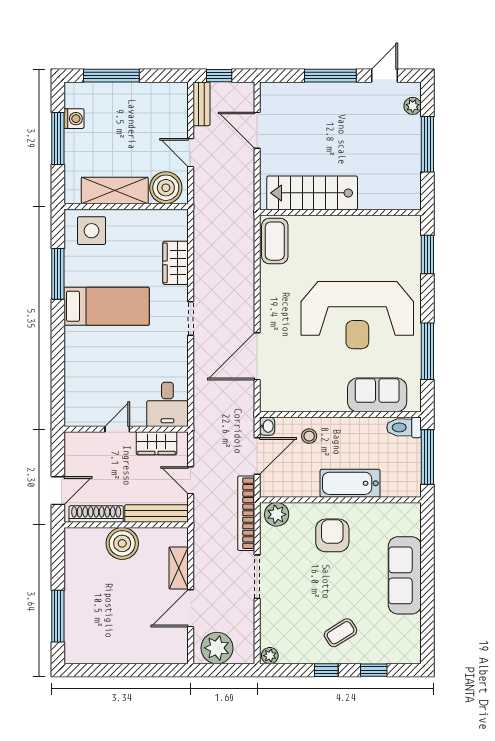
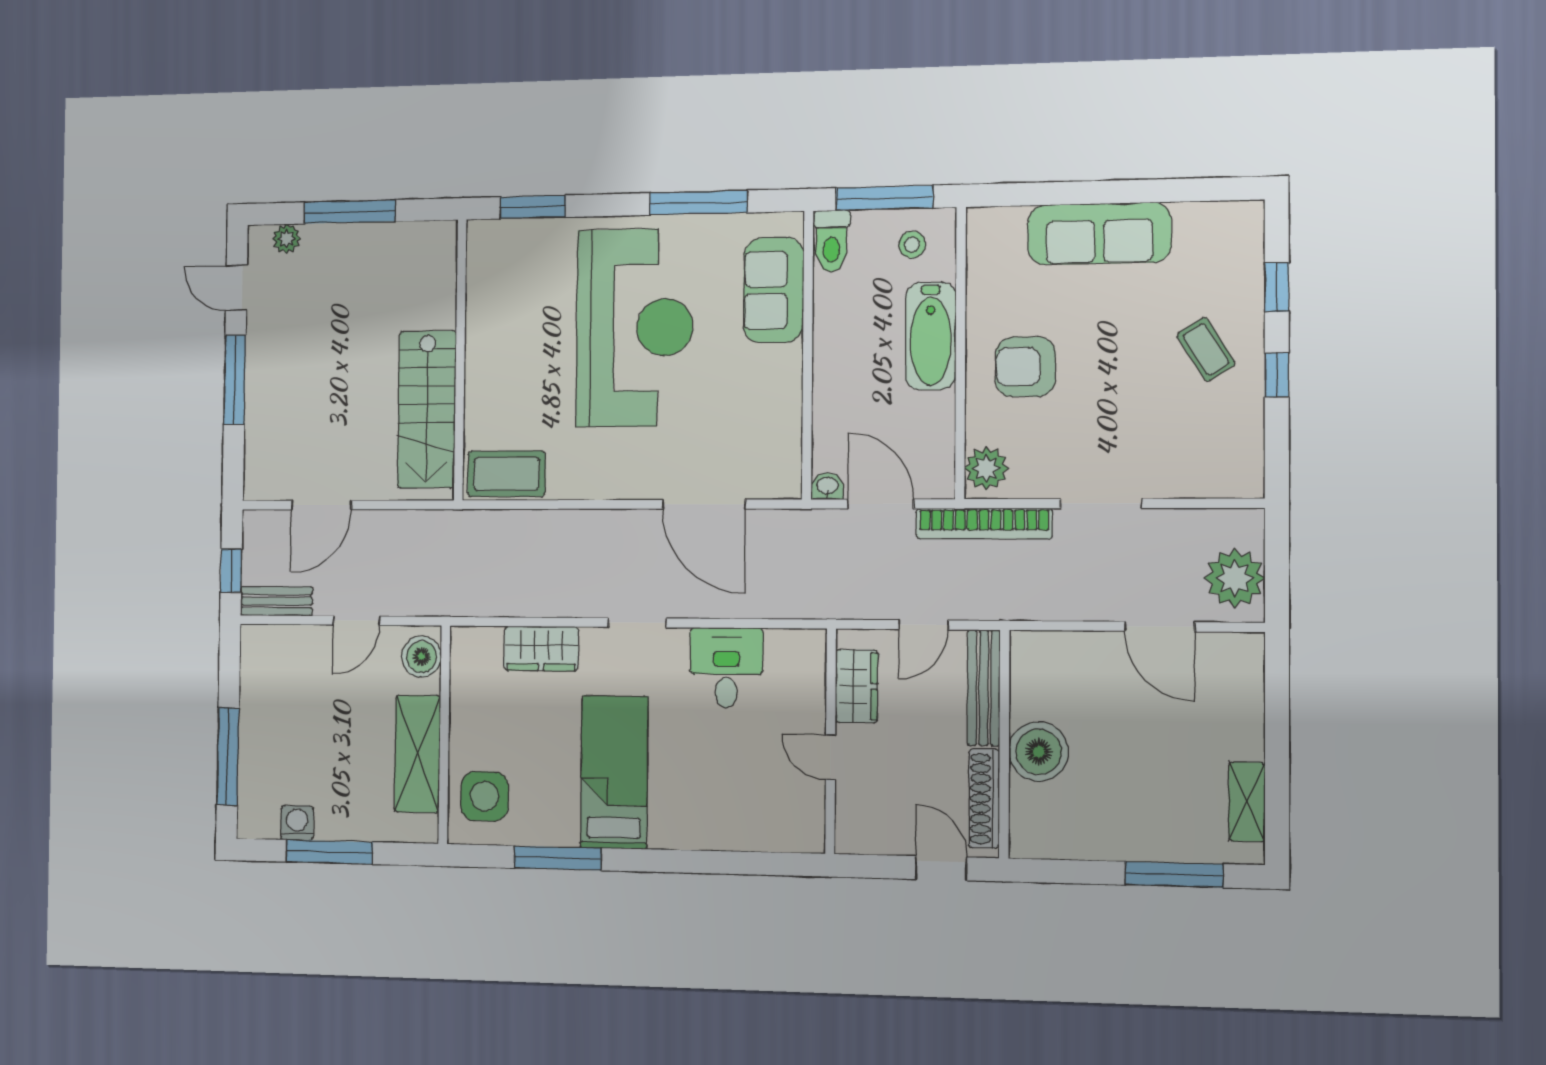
boiler: (166, 188) -> (421, 657), width x0.73, depth x0.73
desk: (167, 404) -> (726, 668), moved, turned -90
stool: (309, 436) -> (912, 245), moved
shelving: (179, 568) -> (1247, 802), moved, turned 90
plant: (270, 656) -> (1249, 480), removed

